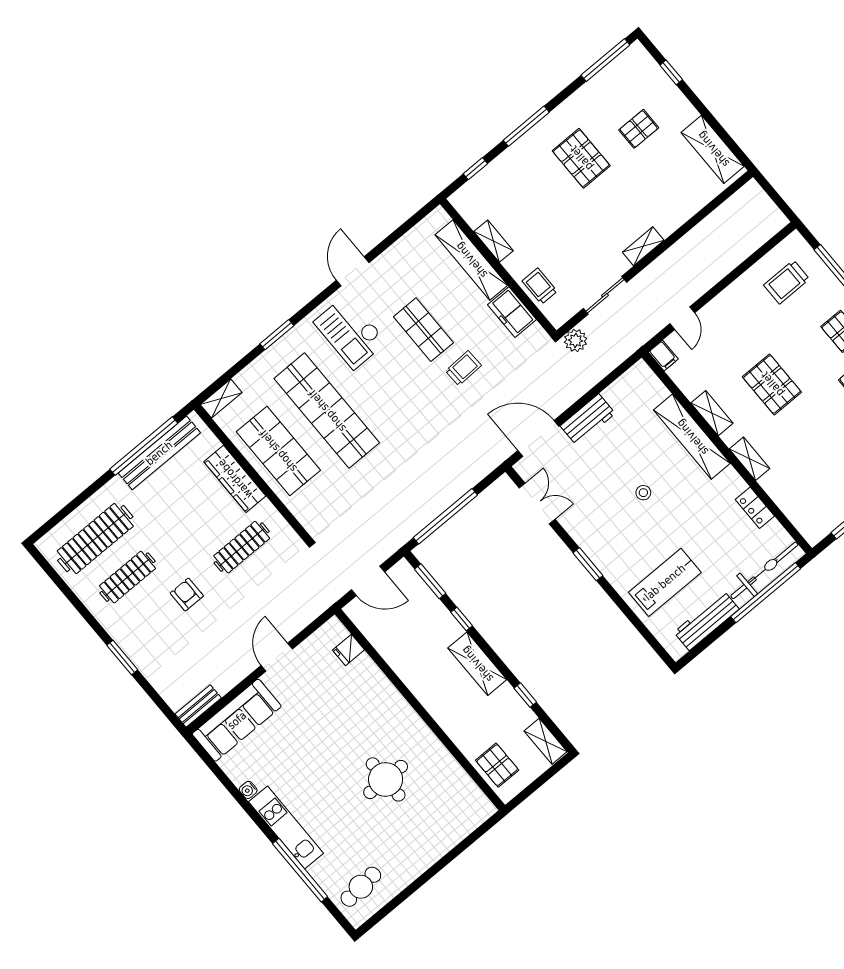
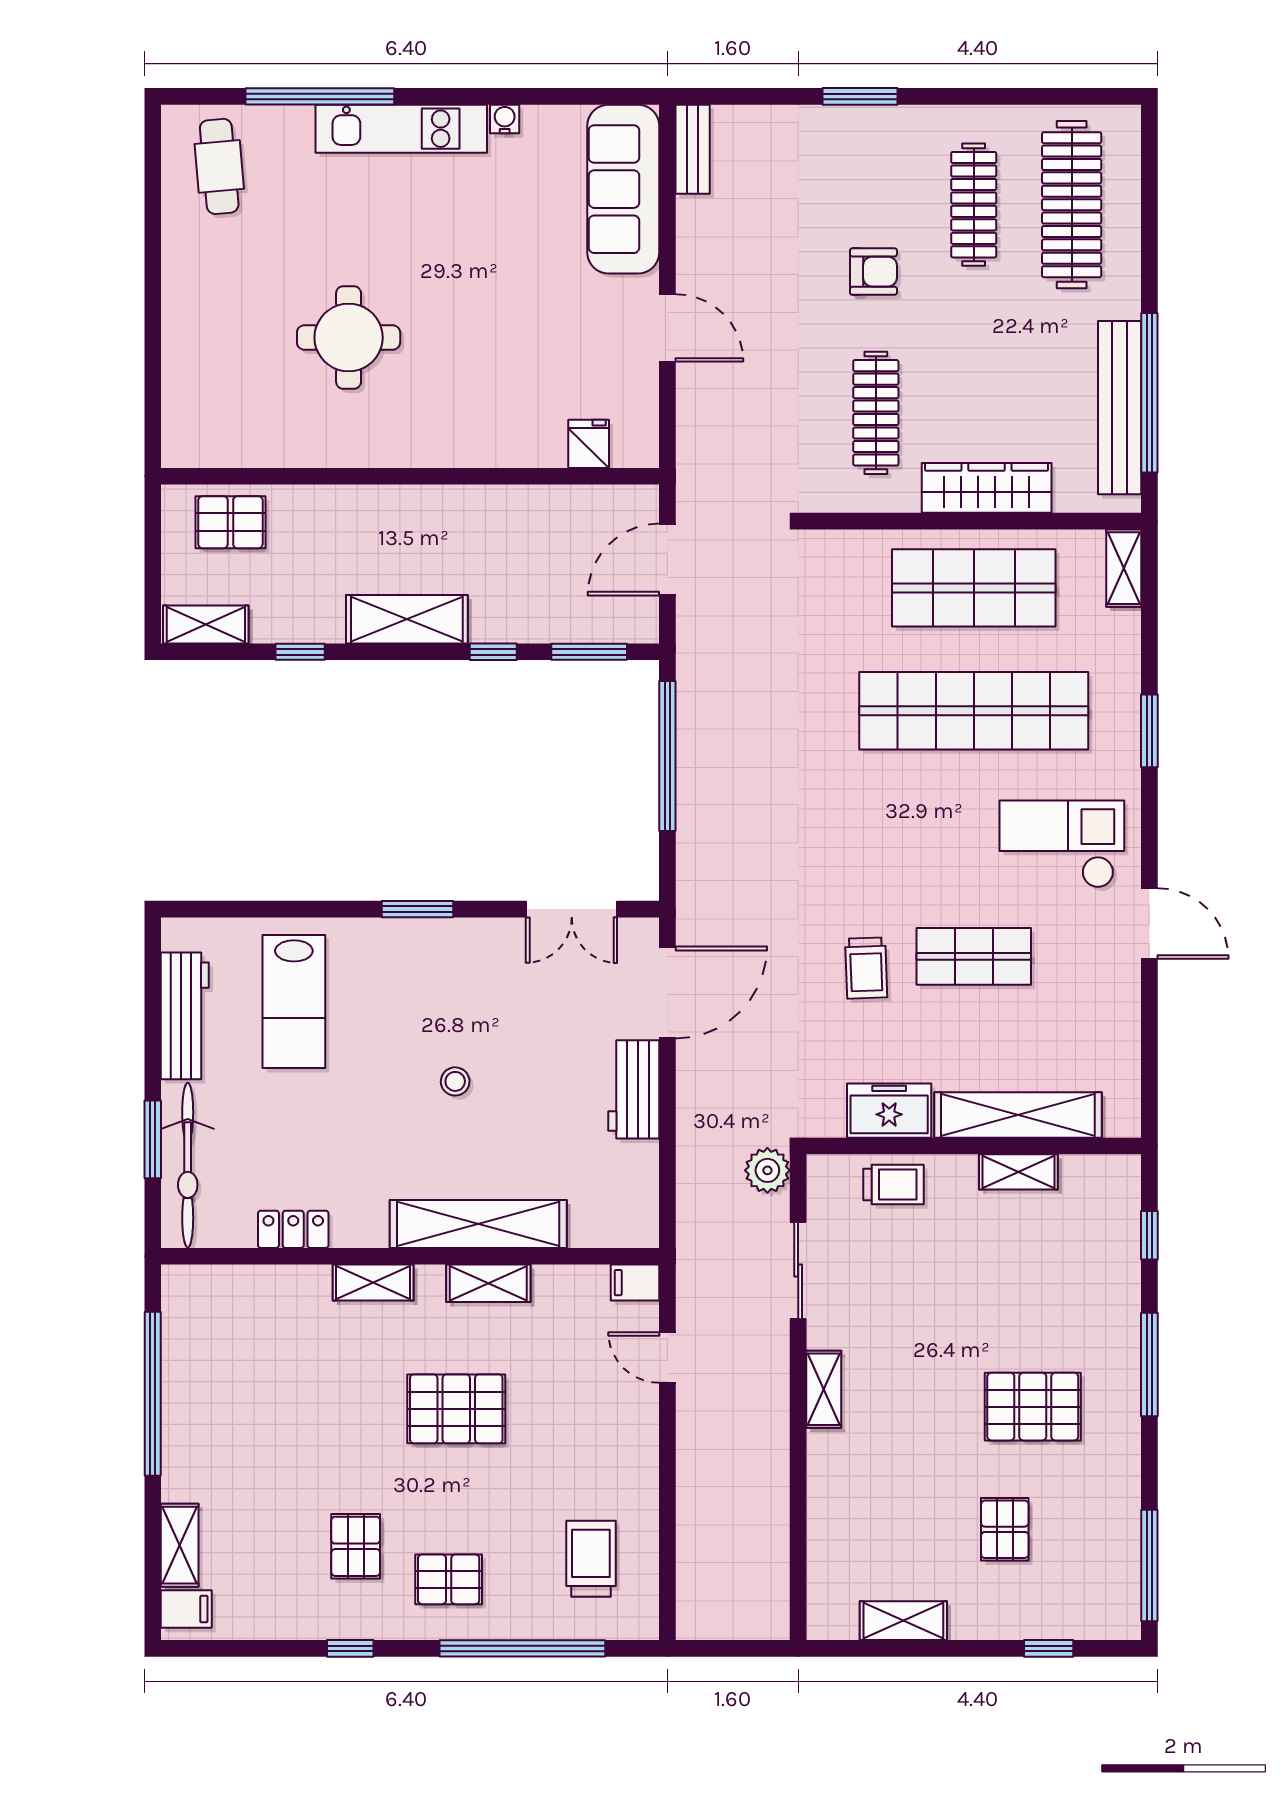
shelving: (713, 149) -> (903, 1621), width x0.67, depth x0.75
window: (766, 593) -> (153, 1139), width x0.47

